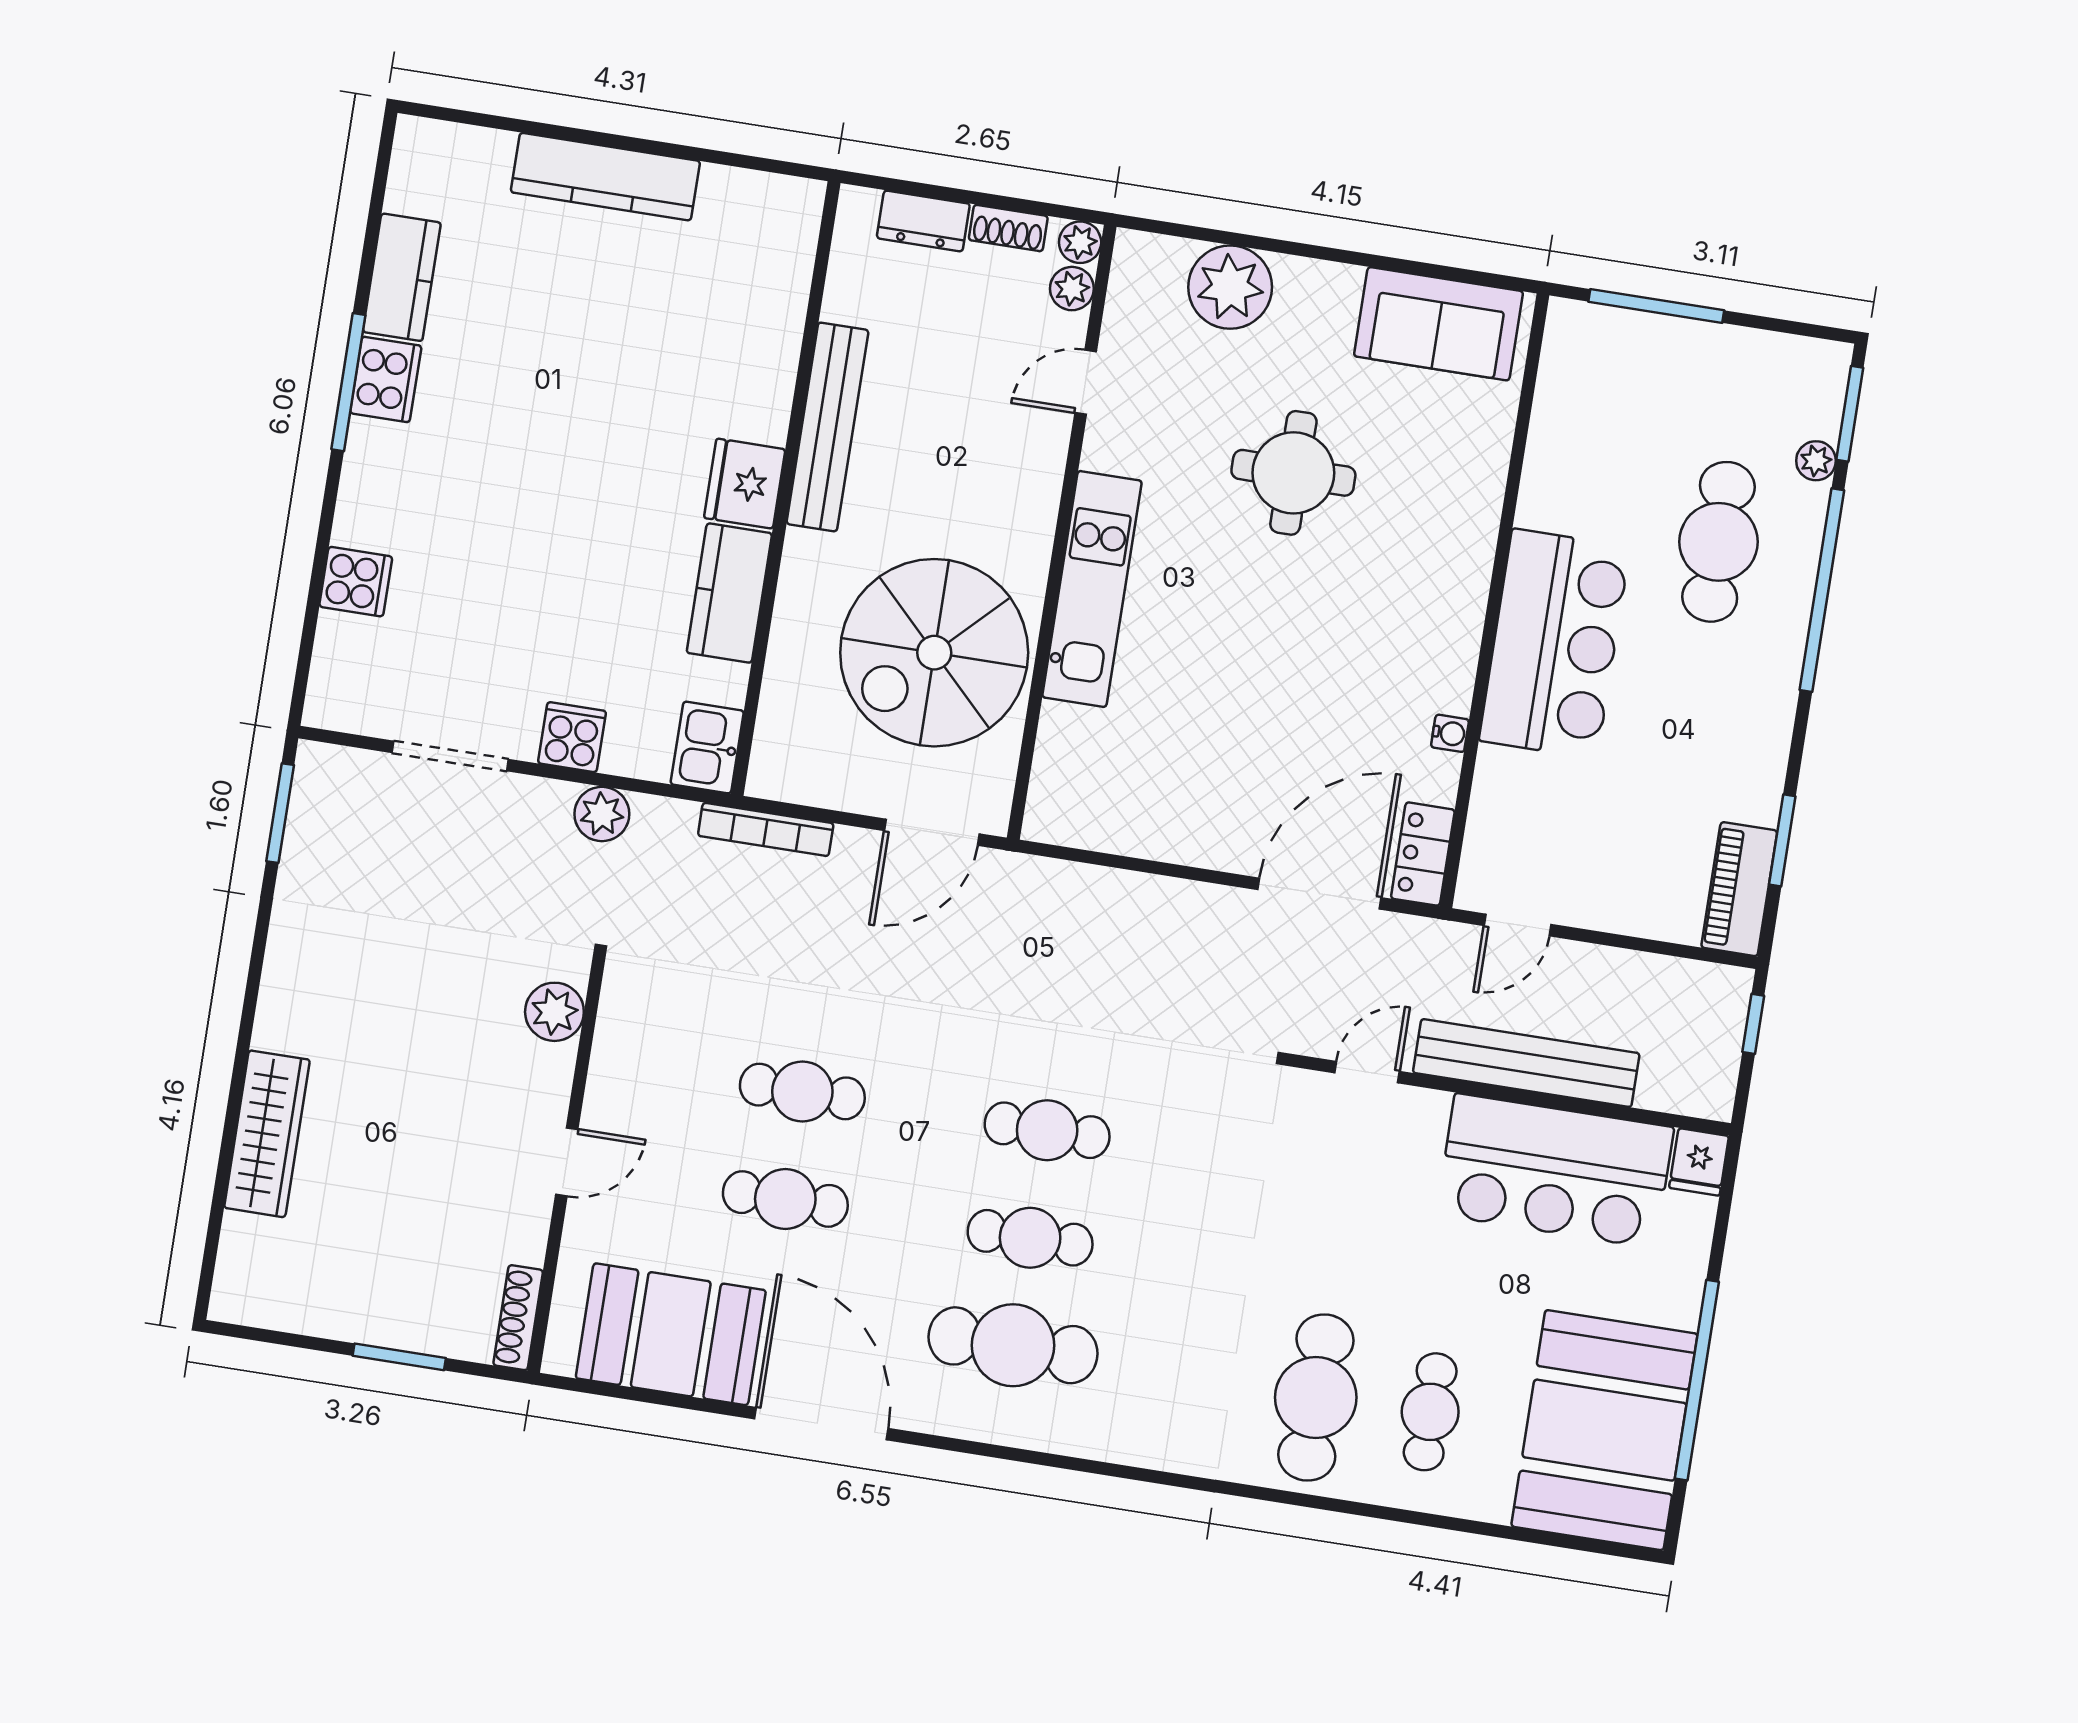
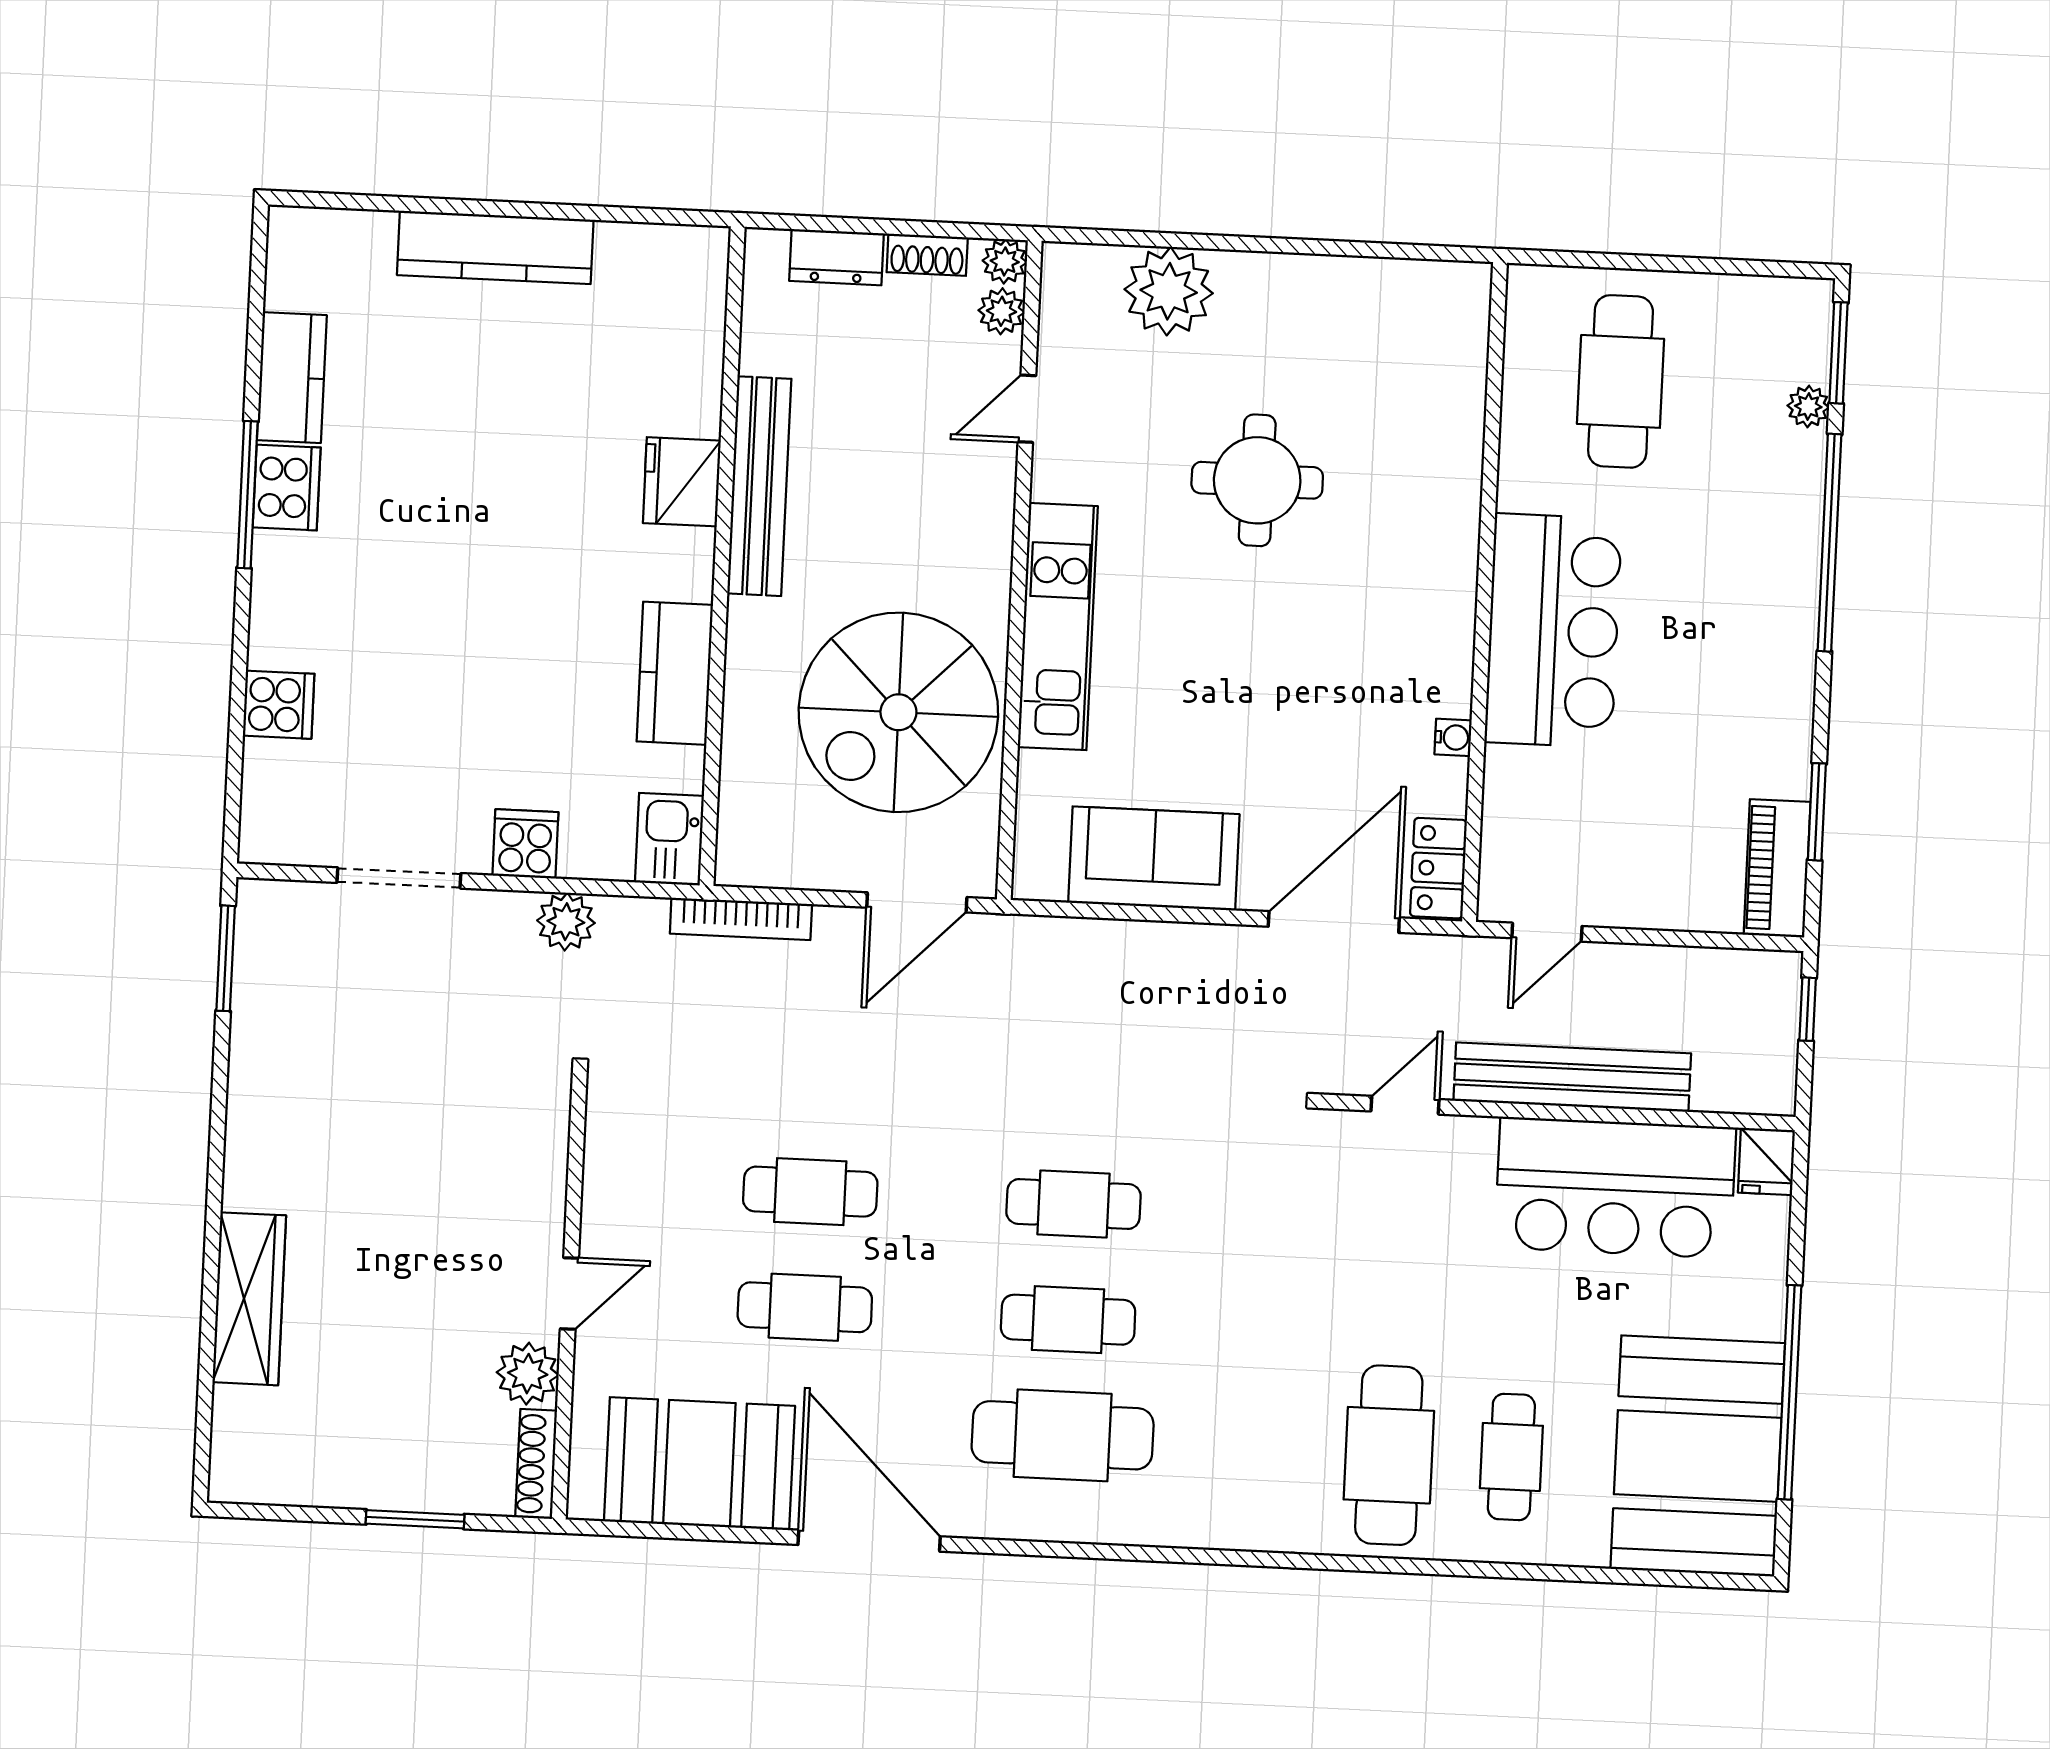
window: (1656, 306) -> (1621, 261), removed
sofa: (1439, 324) -> (1154, 858), moved, turned 180
fridge: (745, 484) -> (682, 482), moved
cafe table: (1719, 542) -> (1621, 381), moved
plant: (554, 1012) -> (528, 1374), moved

